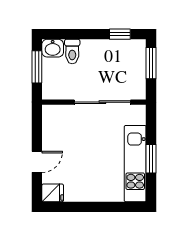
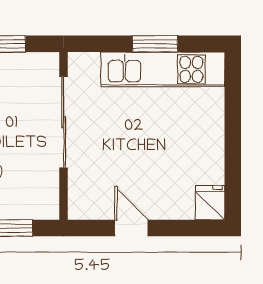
door: (37, 162) -> (131, 228), moved

